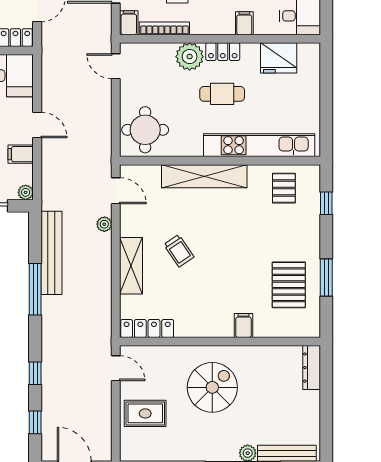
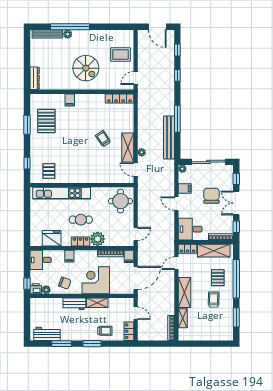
door: (116, 66) -> (136, 234), hinge flipped
shelving: (204, 176) -> (90, 177), removed
shelving: (131, 266) -> (128, 148), moved
door: (116, 368) -> (136, 78), hinge flipped
spiral stairs: (212, 387) -> (86, 68), turned -90

